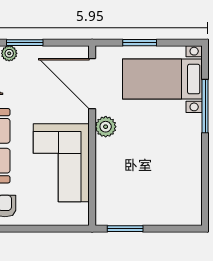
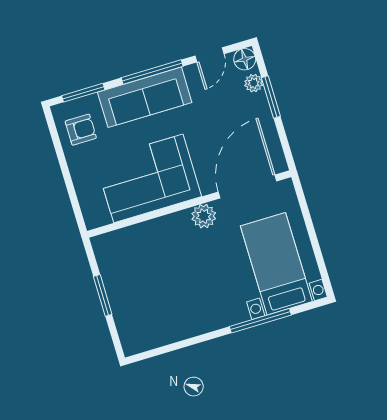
window: (140, 43) -> (310, 226), removed
window: (125, 229) -> (103, 295), moved

